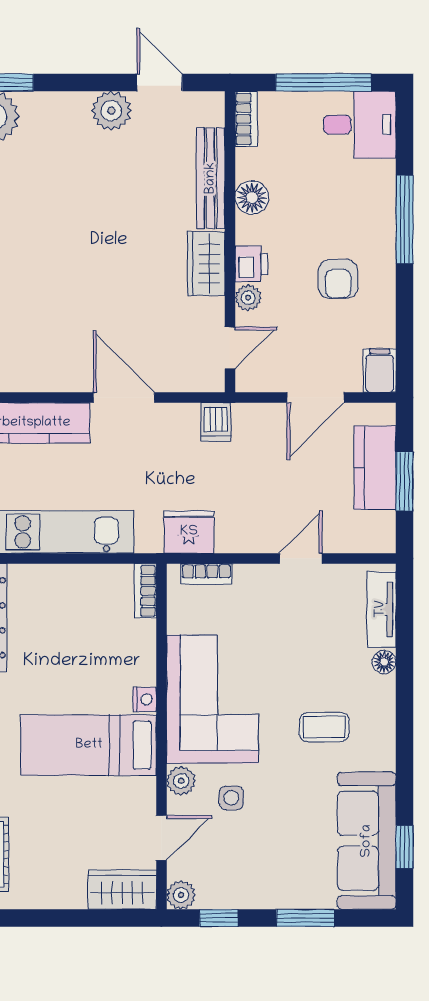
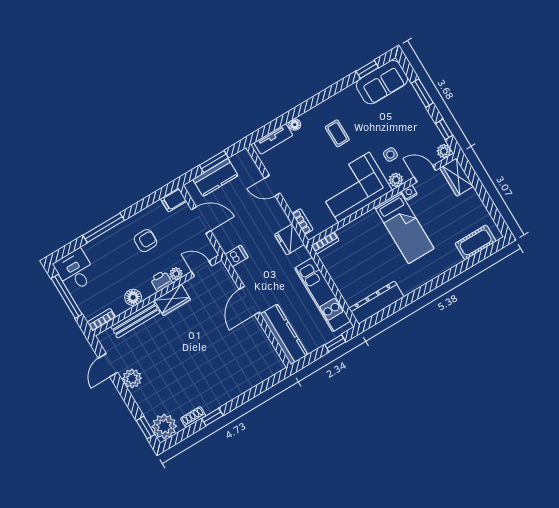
nightstand: (145, 699) -> (409, 193), moved
sofa: (367, 841) -> (382, 82), width x0.73

